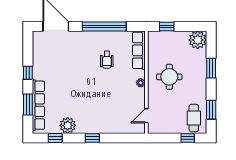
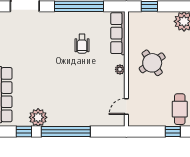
round table: (169, 77) -> (152, 63), turned -34
window: (92, 138) -> (66, 132), width x3.17

